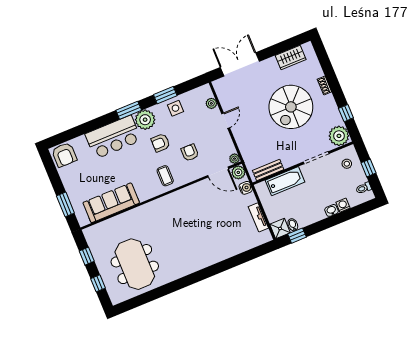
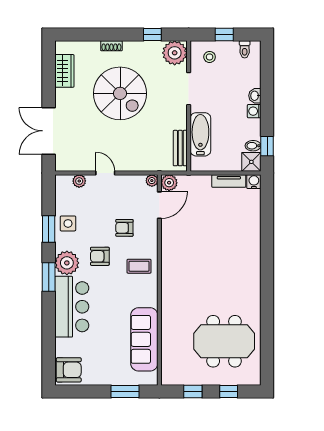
armchair: (160, 143) -> (100, 256), turned 90
water cooler: (246, 188) -> (254, 182), moved
washing machine: (343, 205) -> (254, 111), moved

